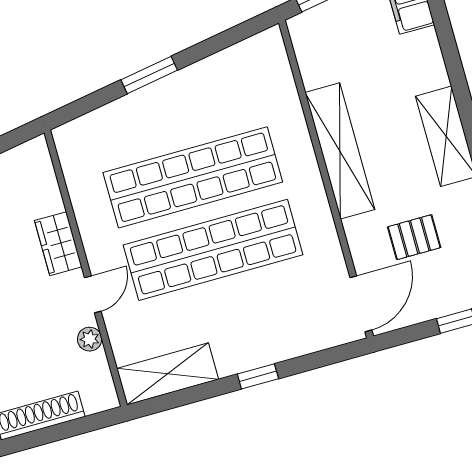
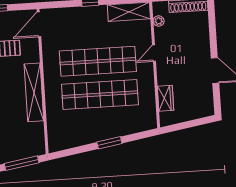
wardrobe: (58, 244) -> (166, 98), moved
plant: (90, 339) -> (159, 21), moved

